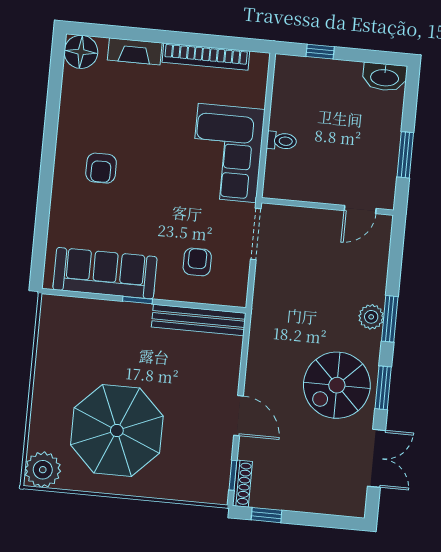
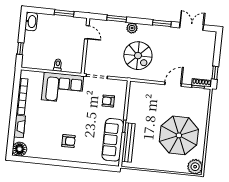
window: (390, 319) -> (117, 19), moved
bench: (199, 320) -> (128, 143), moved
spiral stairs: (337, 385) -> (138, 56), moved

